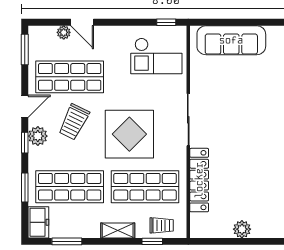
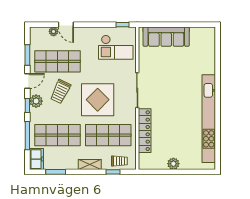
window: (25, 50) -> (27, 55), moved
window: (25, 188) -> (27, 136), width x1.44

